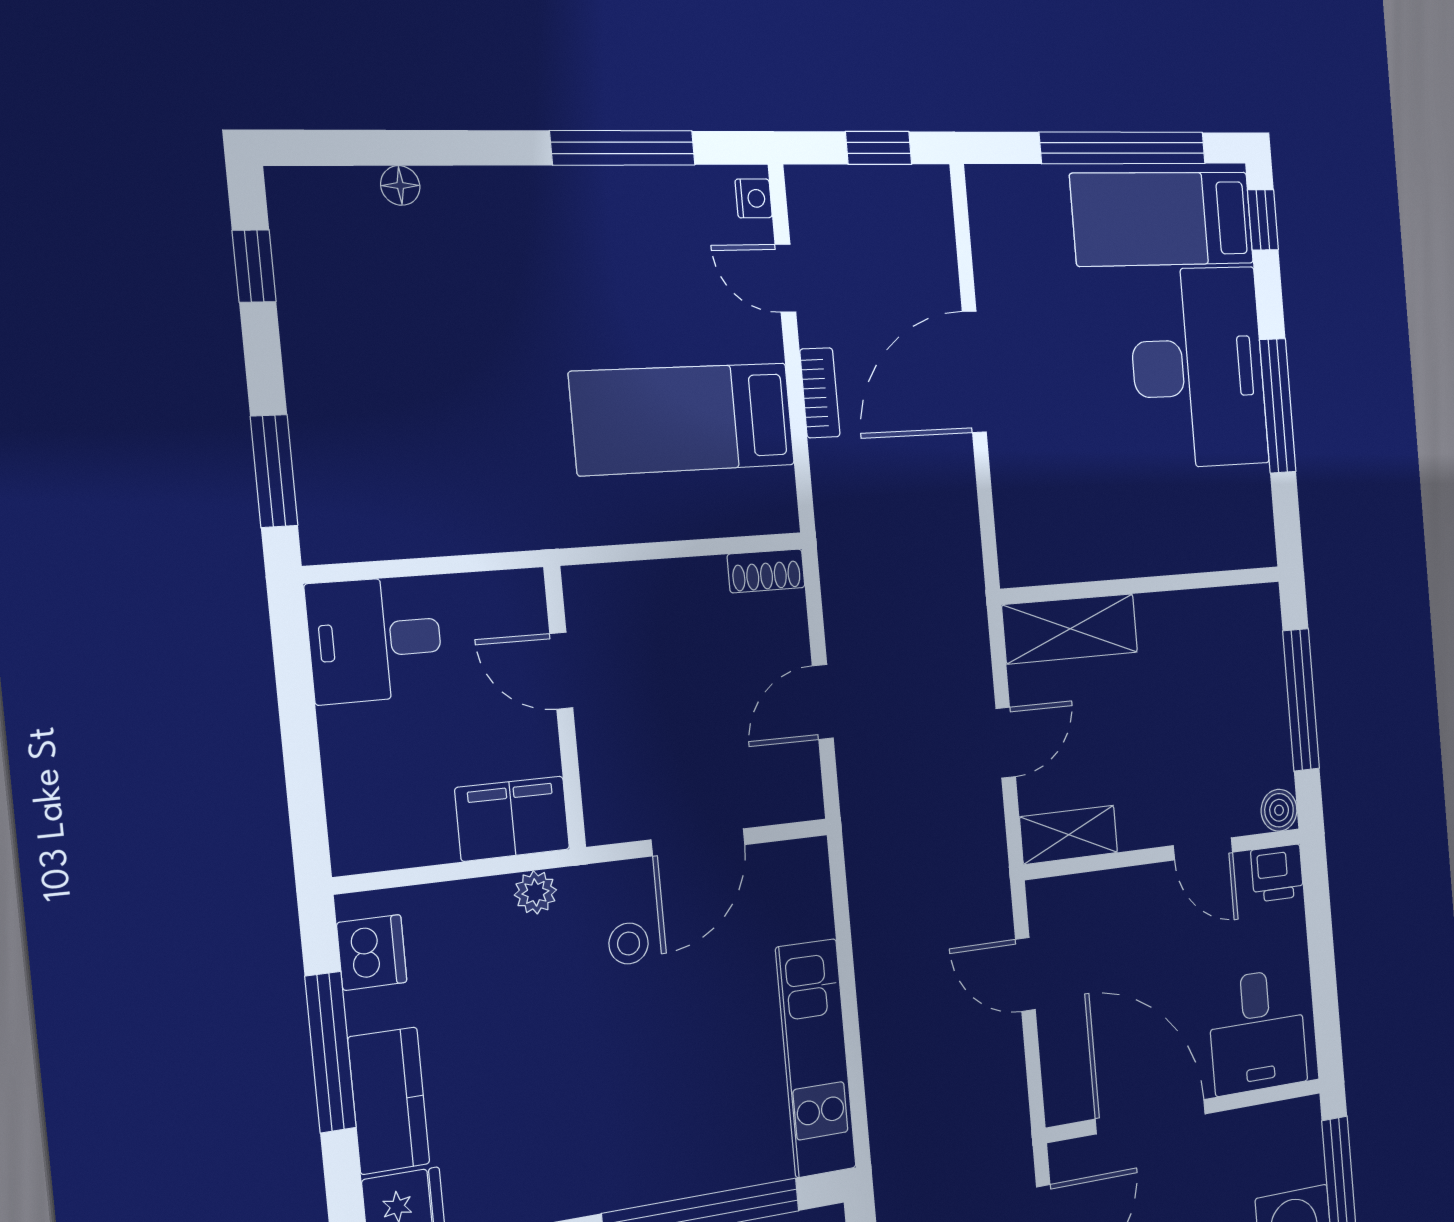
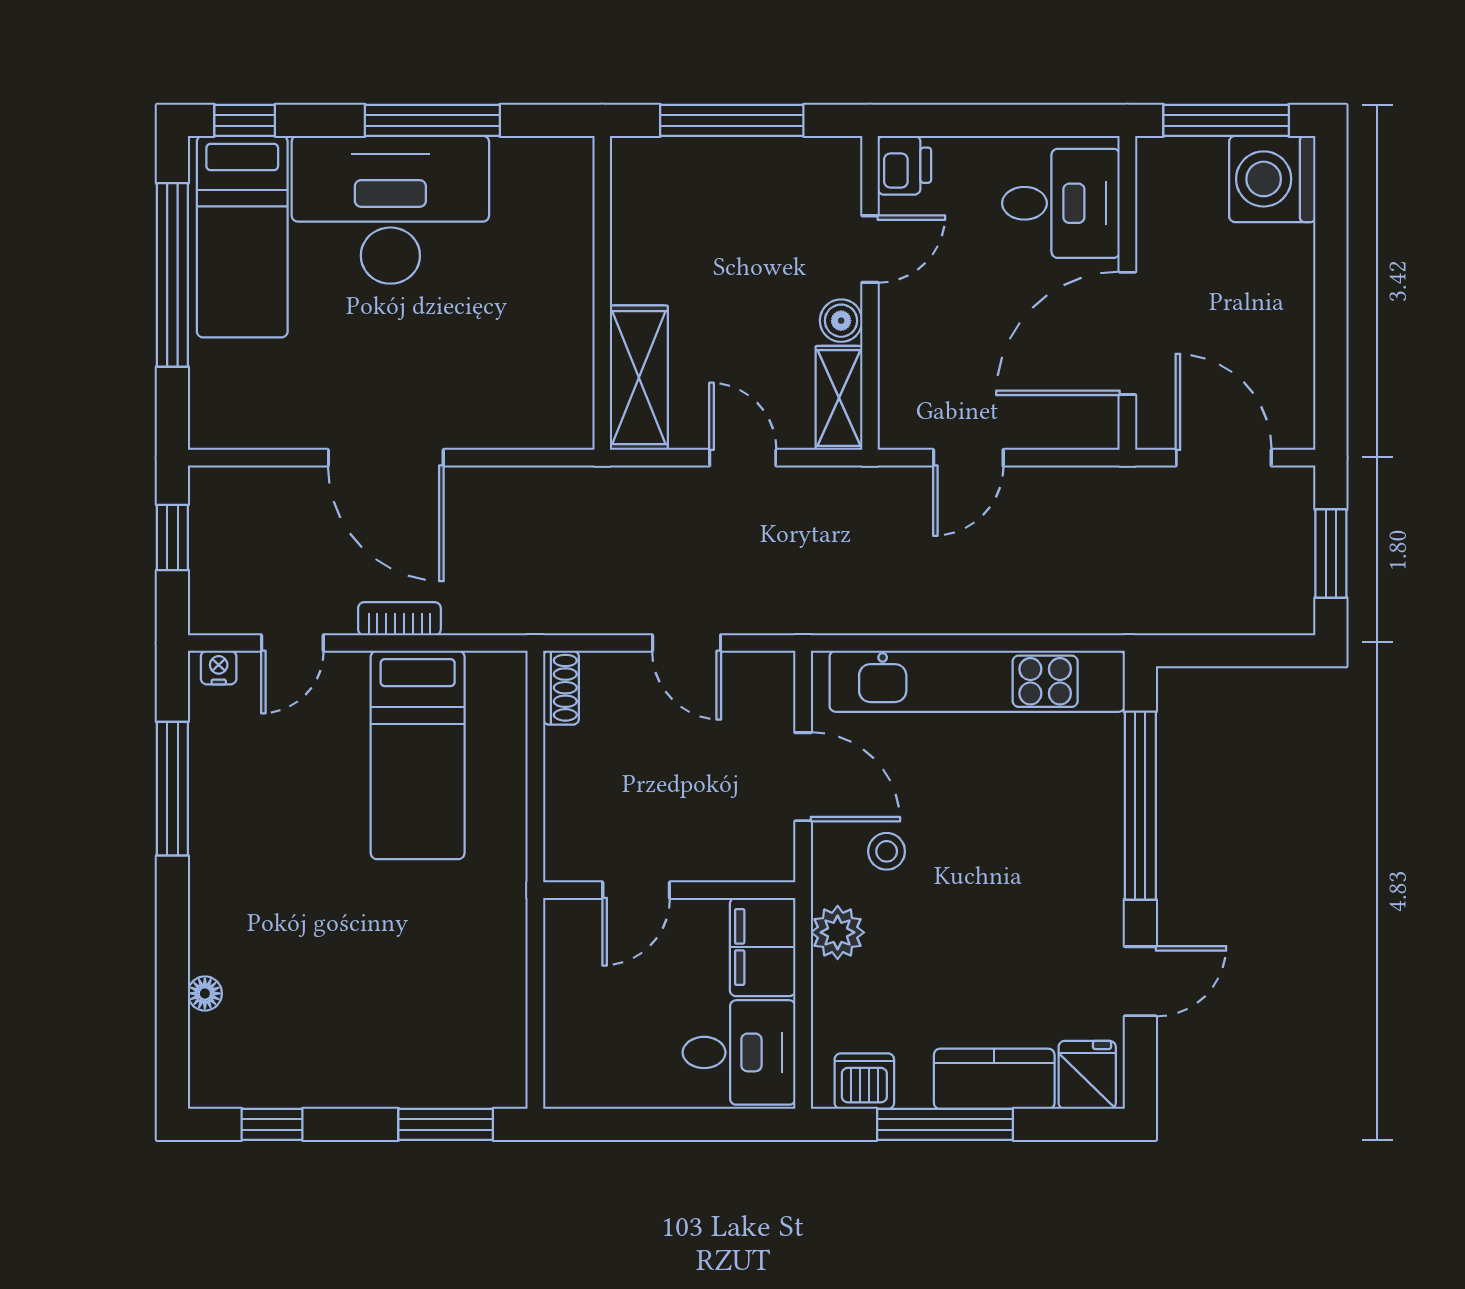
desk: (375, 640) -> (739, 1052), moved, turned -90
boiler: (1279, 810) -> (841, 321), moved
plant: (535, 892) -> (838, 932), width x1.38, depth x1.38
kitchen unit: (816, 1058) -> (977, 681), width x1.36

